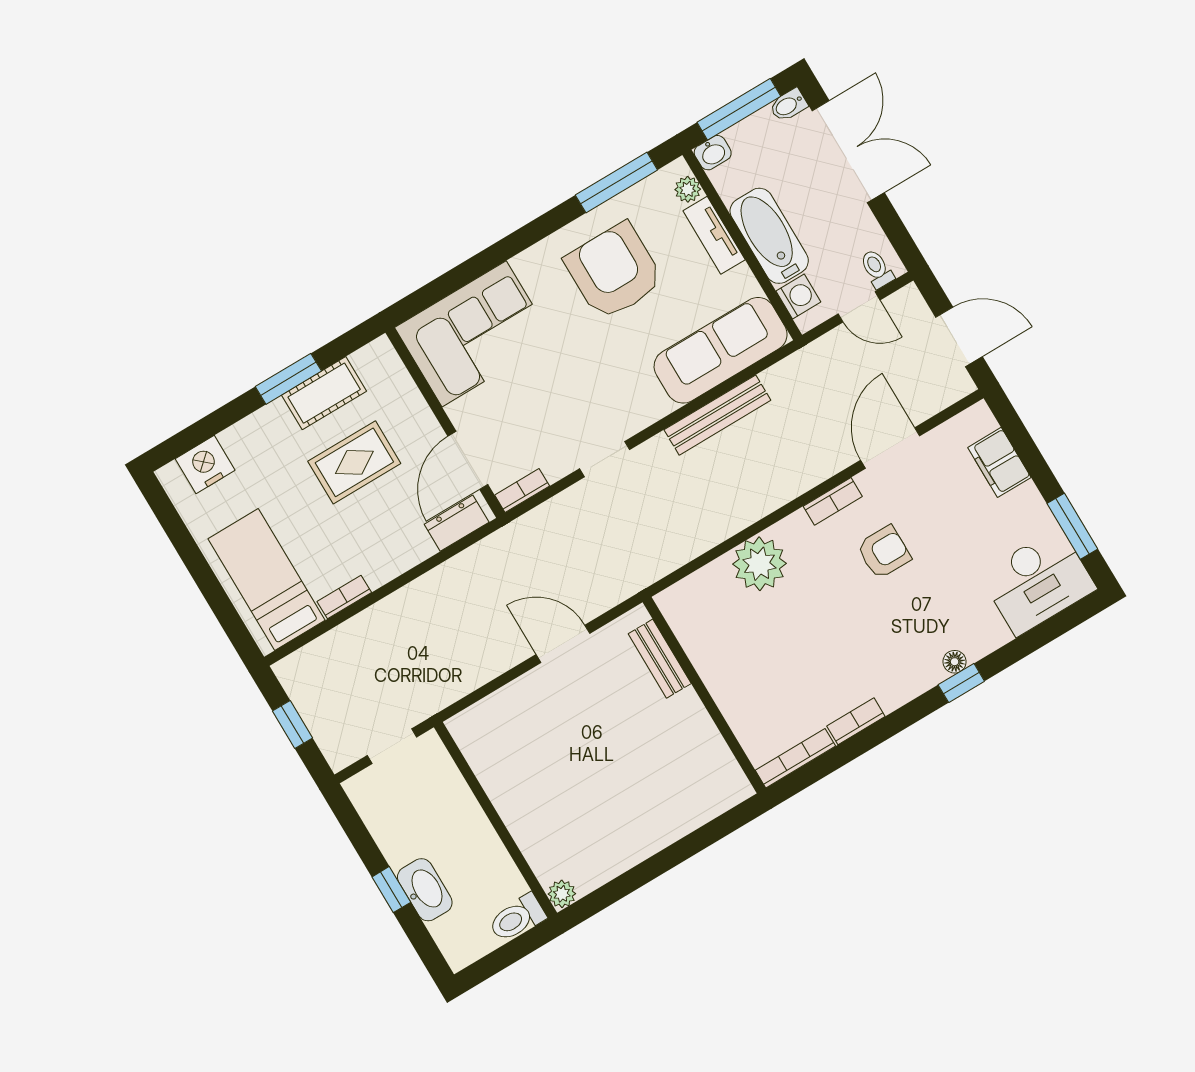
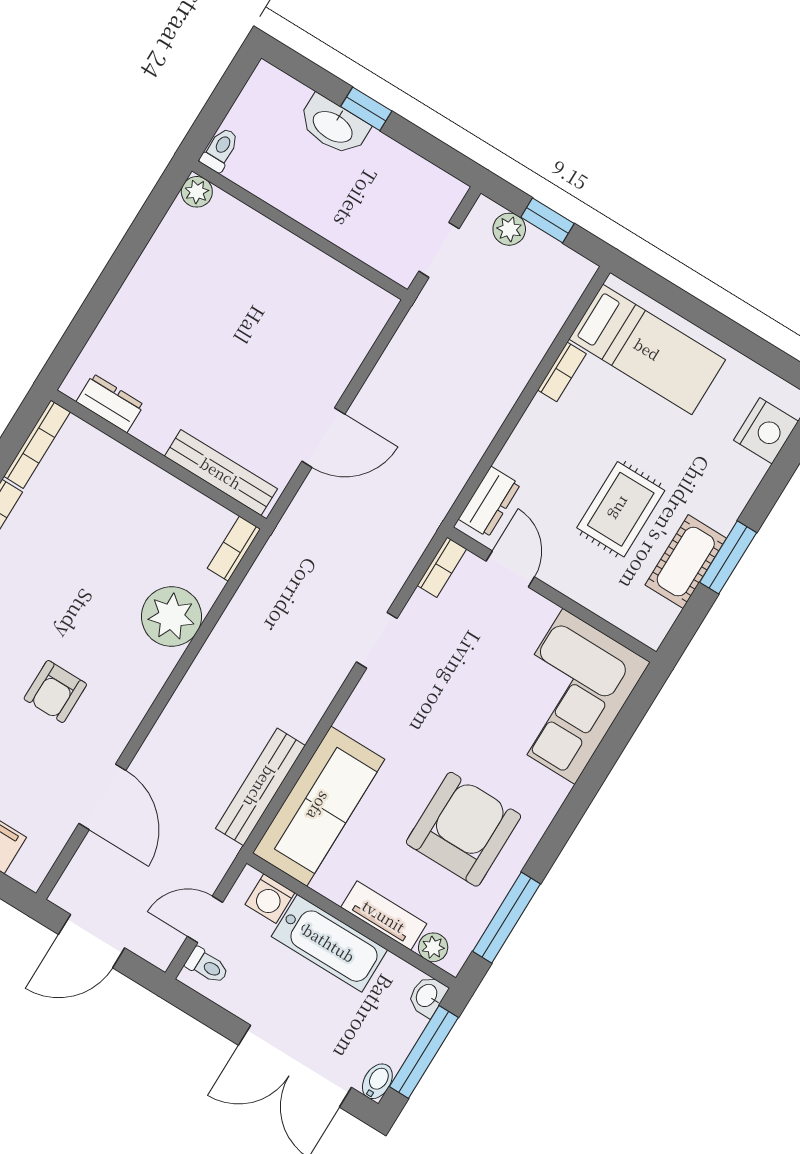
armchair: (614, 271) -> (463, 829), turned -90
bench: (717, 415) -> (260, 787), moved
door: (468, 460) -> (510, 569), width x0.73
bookcase: (833, 501) -> (234, 549), moved
bench: (660, 659) -> (221, 473), width x1.36
plant: (327, 733) -> (509, 229), added
dresser: (720, 761) -> (110, 403), added
toilet: (517, 918) -> (220, 150), width x0.73, depth x0.72

